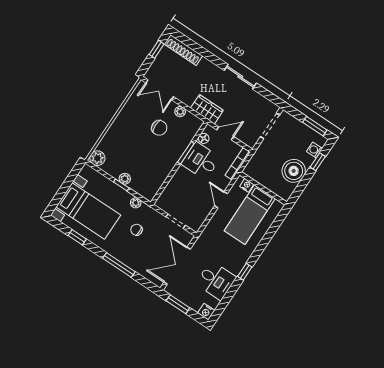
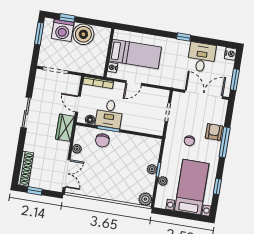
chair: (159, 128) -> (102, 140), moved, turned 180
washing machine: (314, 150) -> (63, 30), width x1.89, depth x1.89
plant: (136, 203) -> (163, 181), moved
armchair: (134, 259) -> (214, 132), added
double door: (177, 266) -> (204, 94), swing flipped

